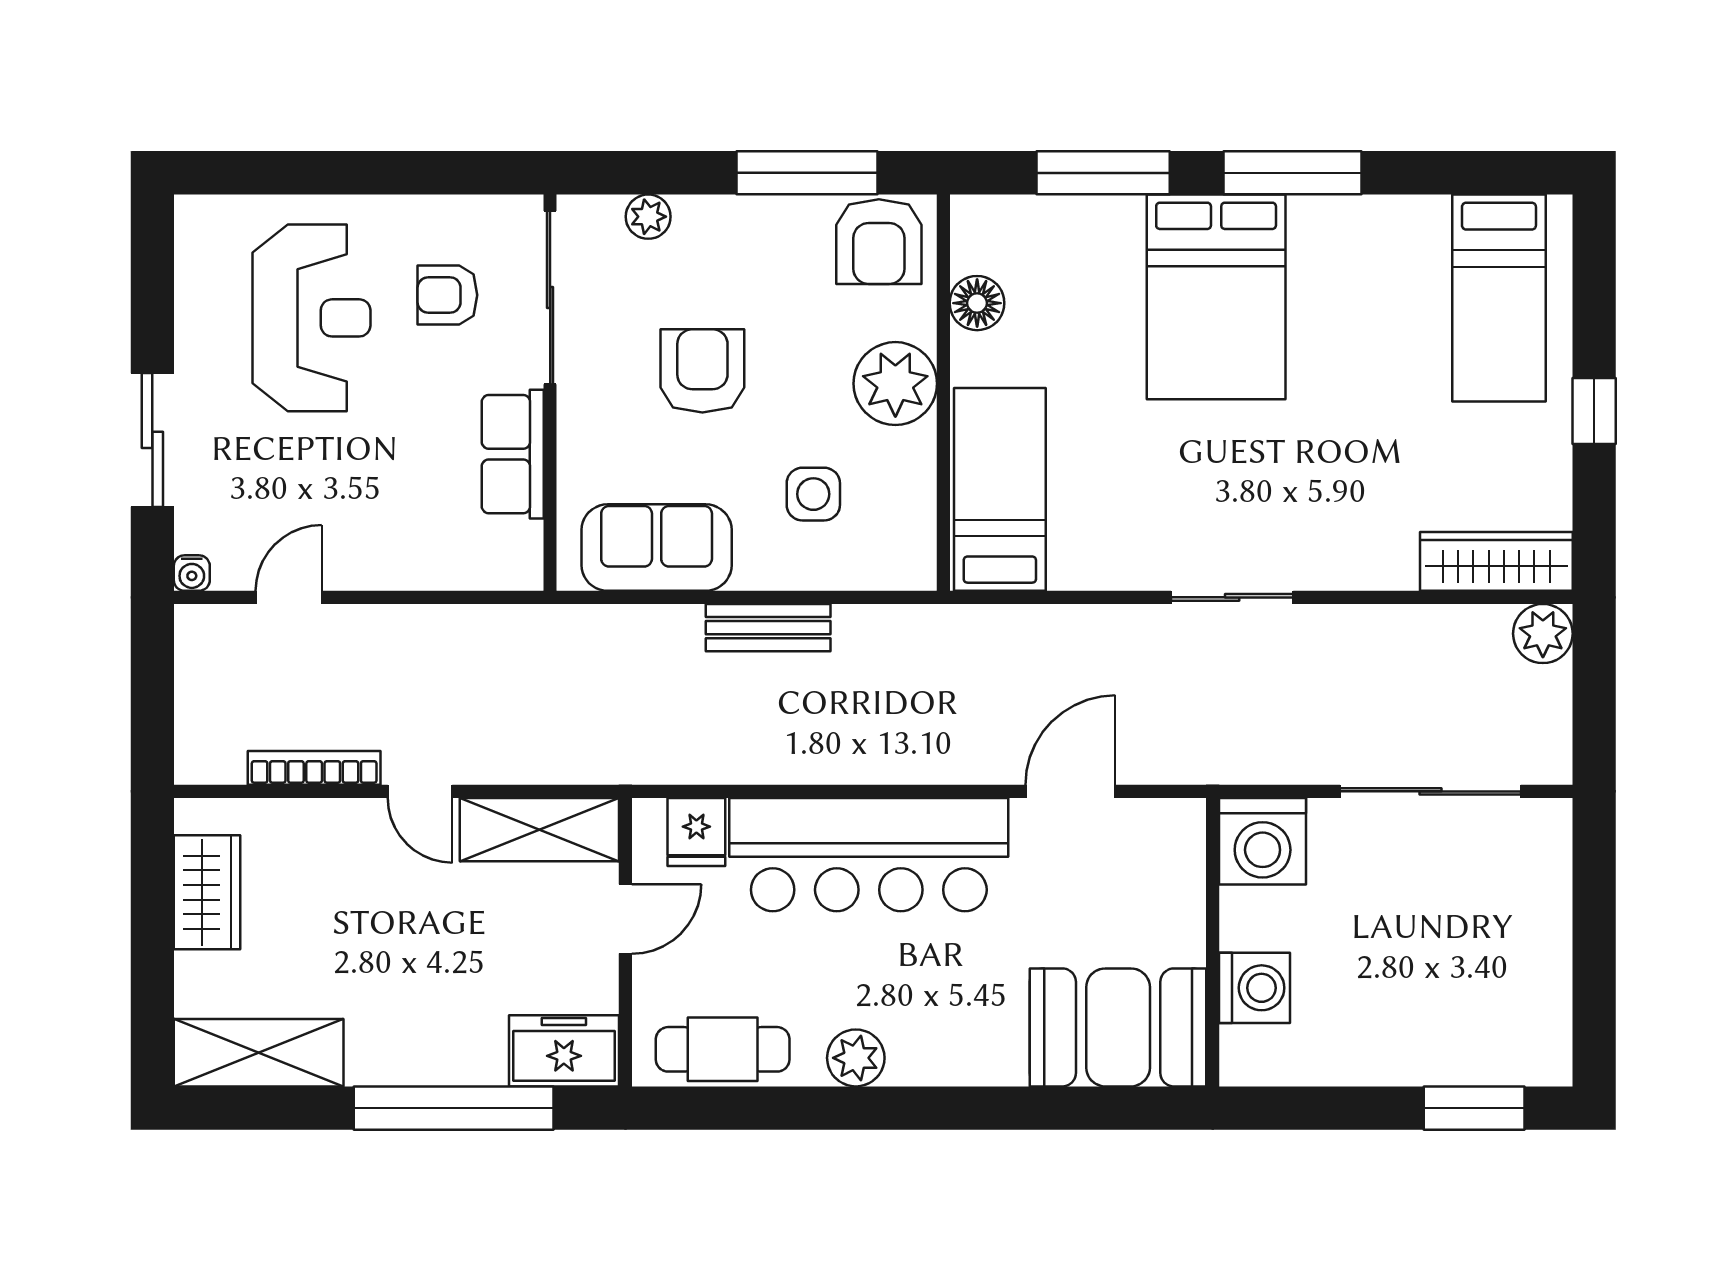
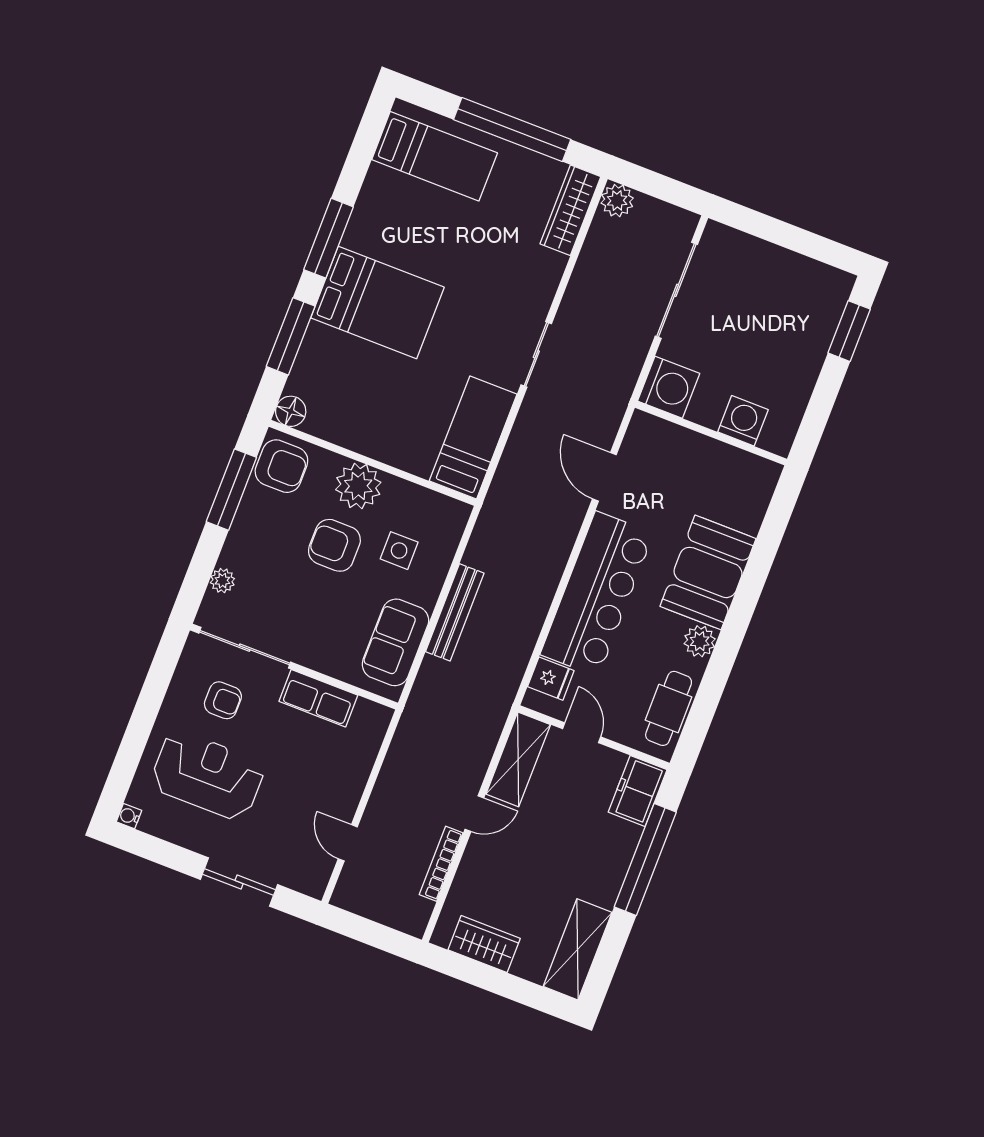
armchair: (447, 295) -> (223, 700), turned -90
floor lamp: (977, 303) -> (291, 411), moved
armchair: (702, 371) -> (334, 545), moved
window: (1594, 411) -> (512, 130), width x3.17
bed: (1000, 489) -> (473, 438), moved, turned 90
water cooler: (192, 573) -> (129, 816), moved, turned 180
bench: (768, 628) -> (455, 612), width x1.36
booth: (1118, 1027) -> (708, 572), moved

